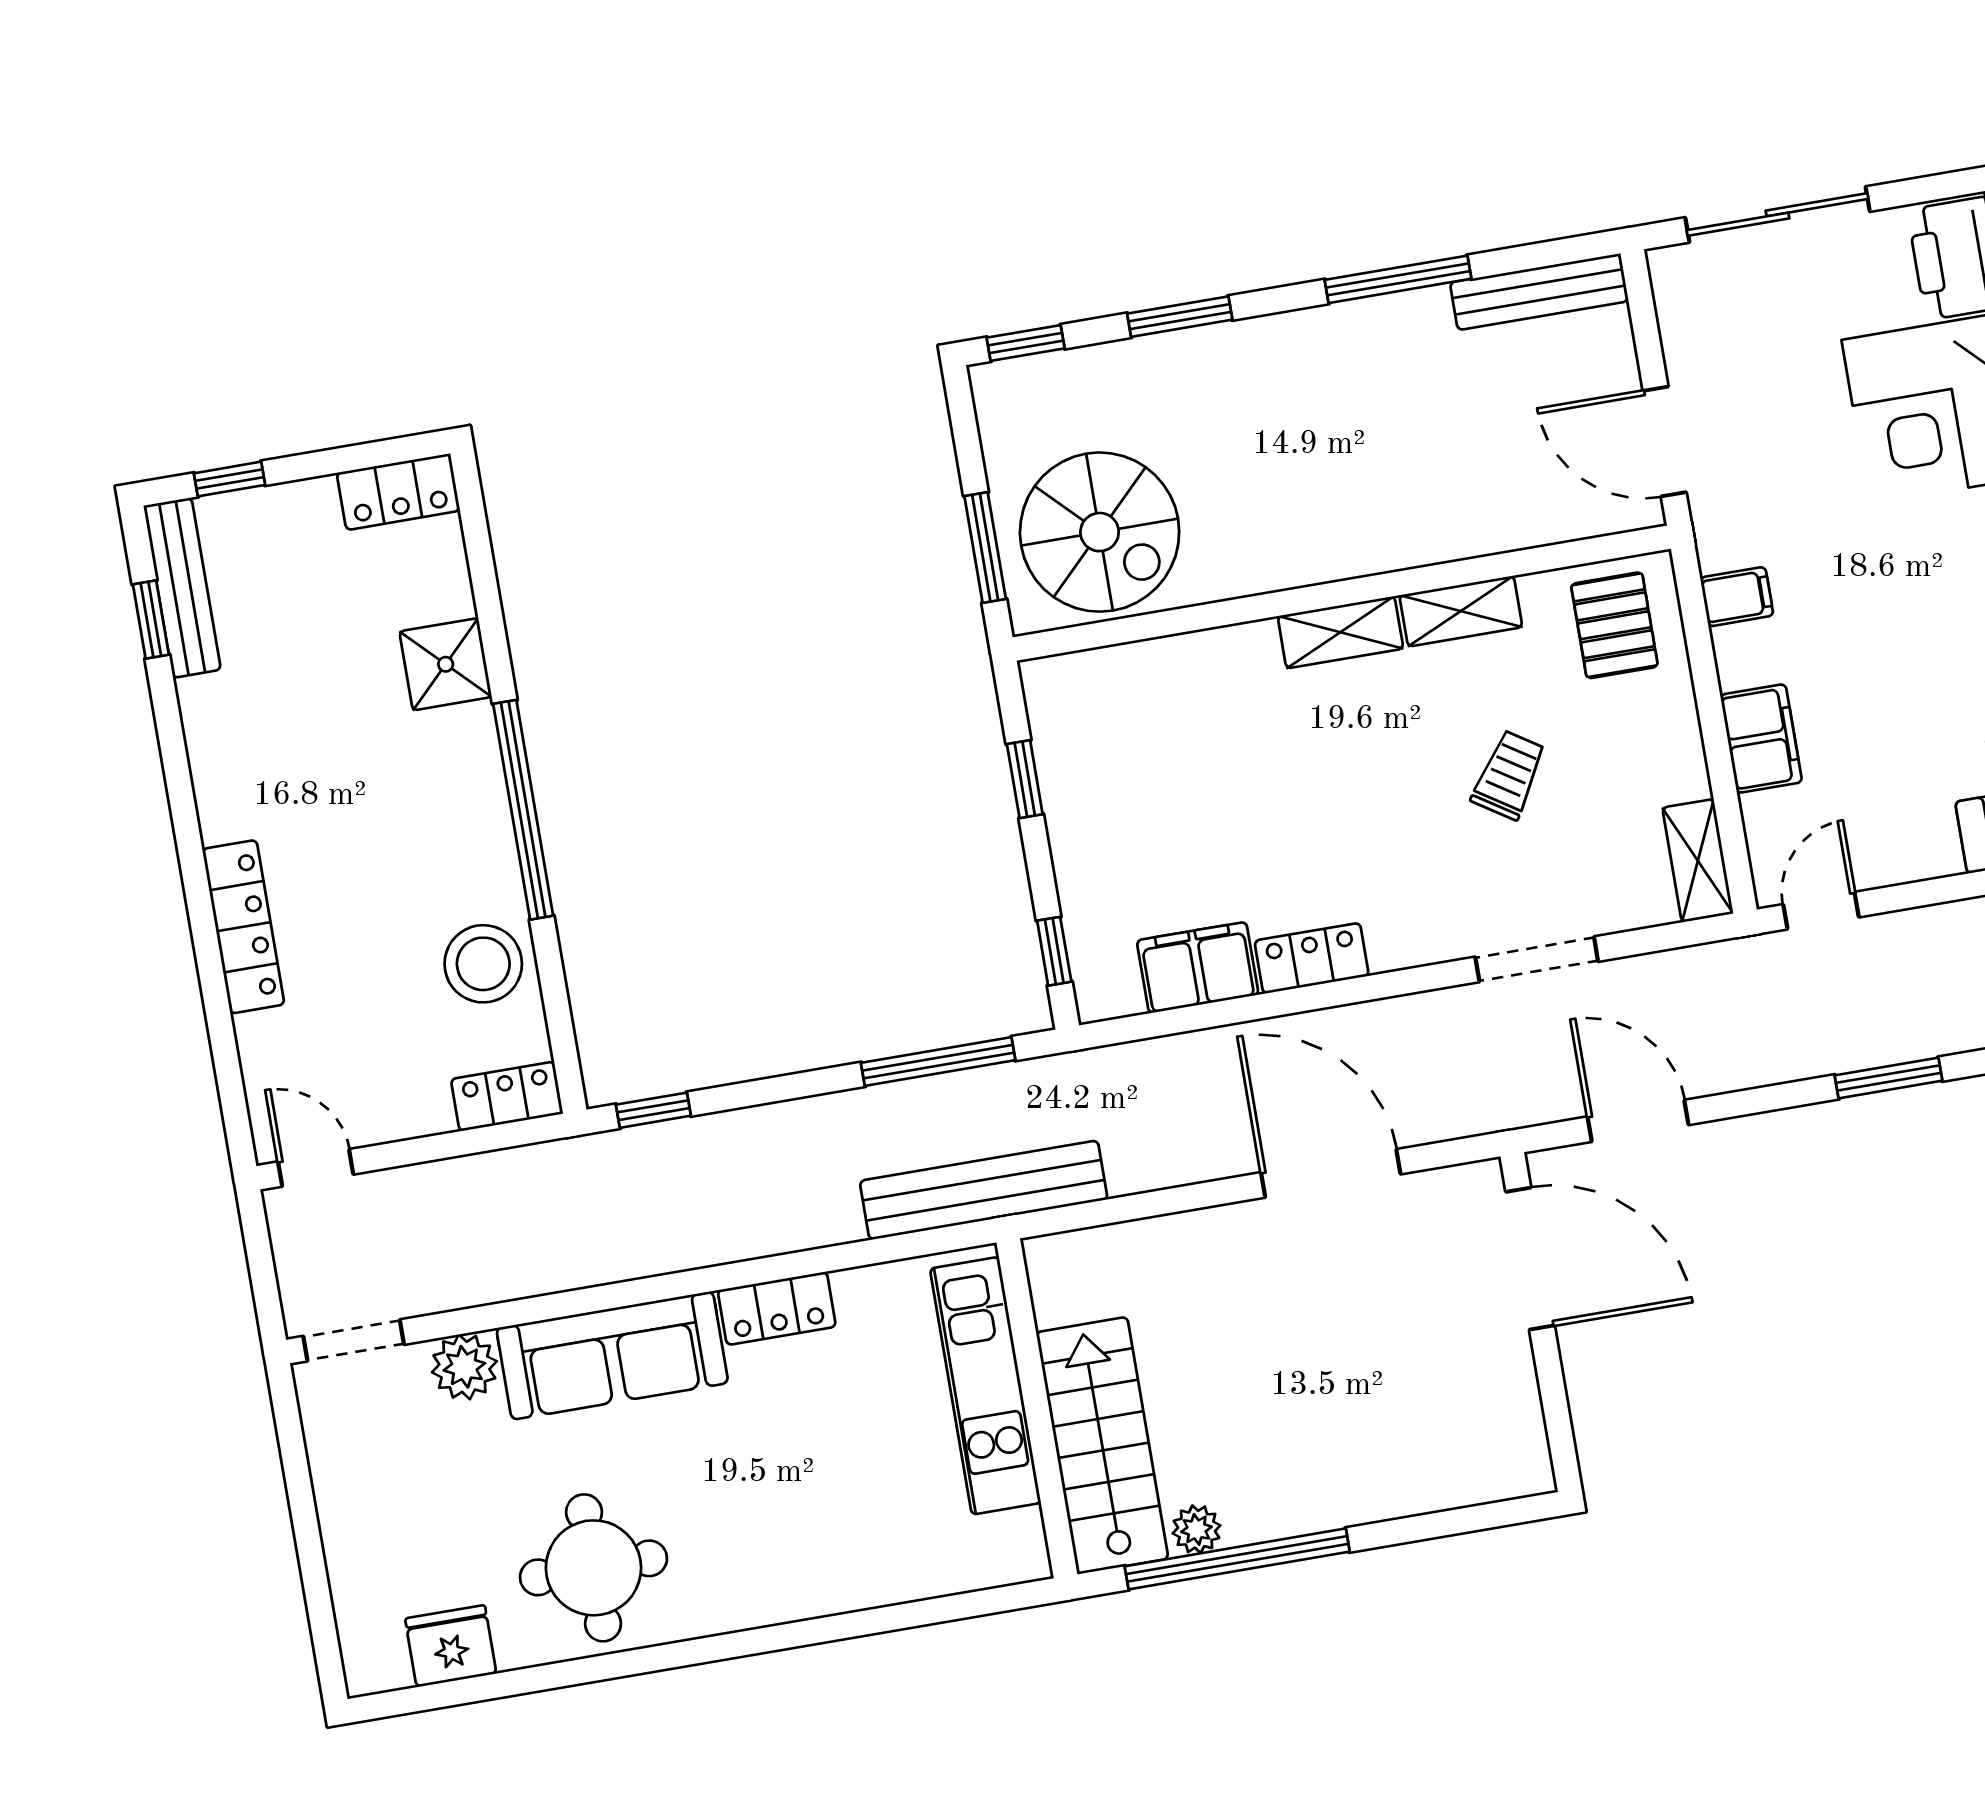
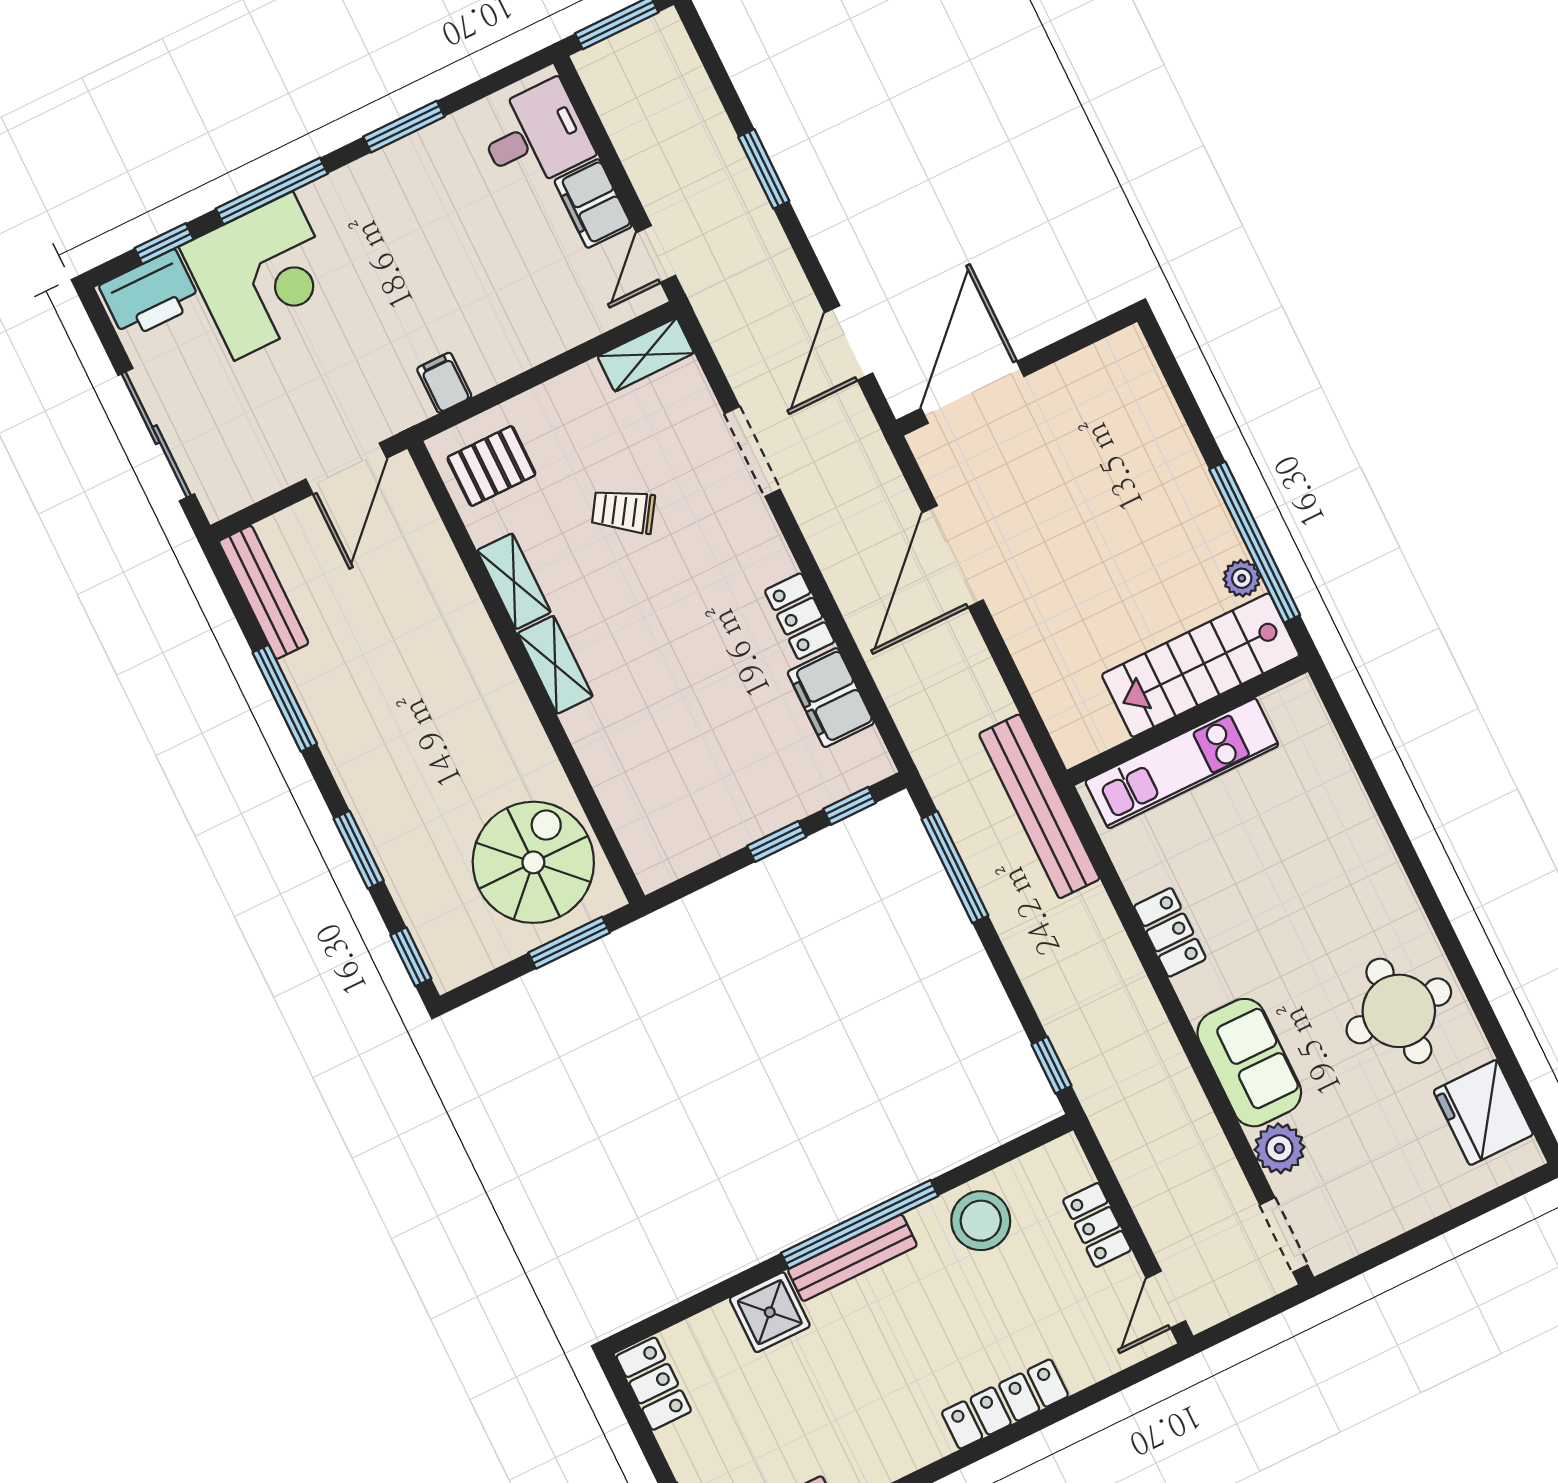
filing cabinet: (1761, 739) -> (593, 203), moved, turned -90
window: (1025, 779) -> (777, 841), moved
bench: (484, 788) -> (852, 1258), added
door: (1821, 911) -> (656, 254), hinge flipped
locker: (507, 1096) -> (1097, 1225), moved
sofa: (612, 1355) -> (1249, 1063), width x0.73
fridge: (451, 1646) -> (1483, 1113), width x1.36, depth x1.34

